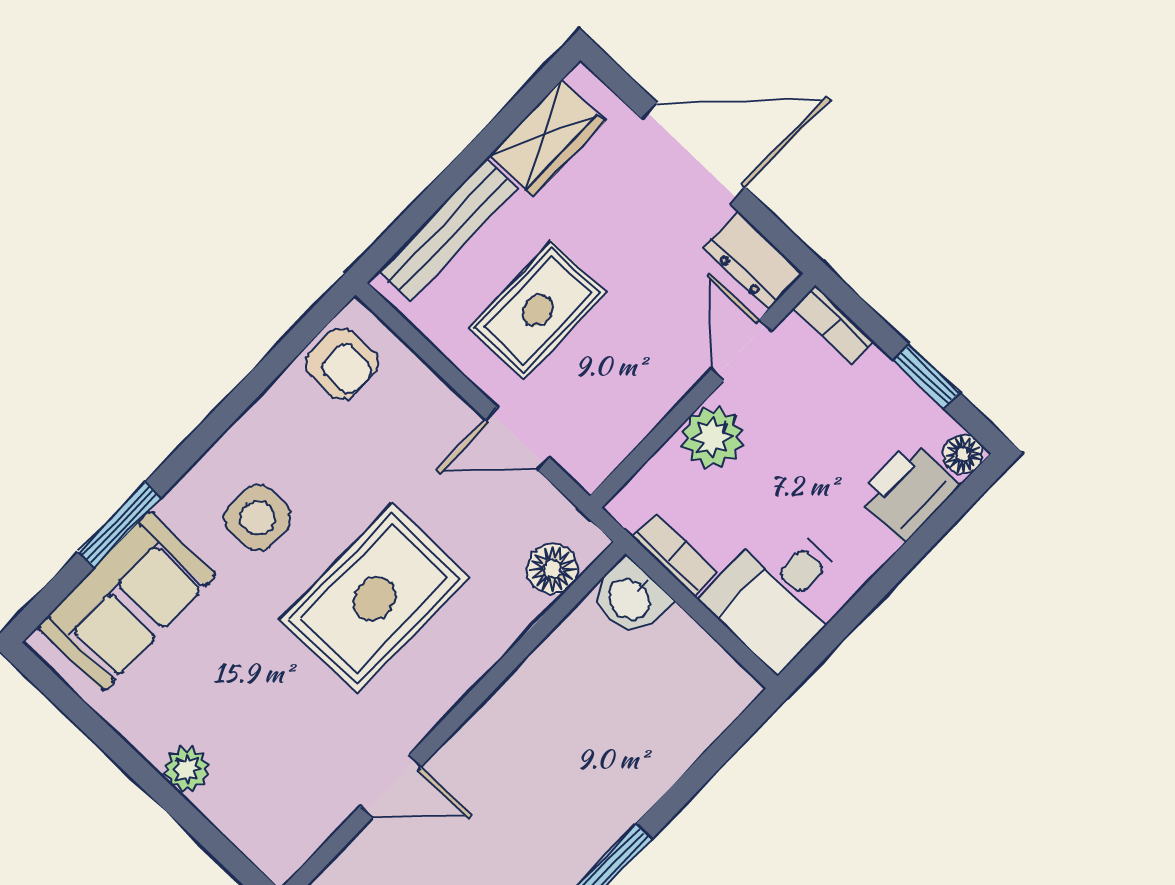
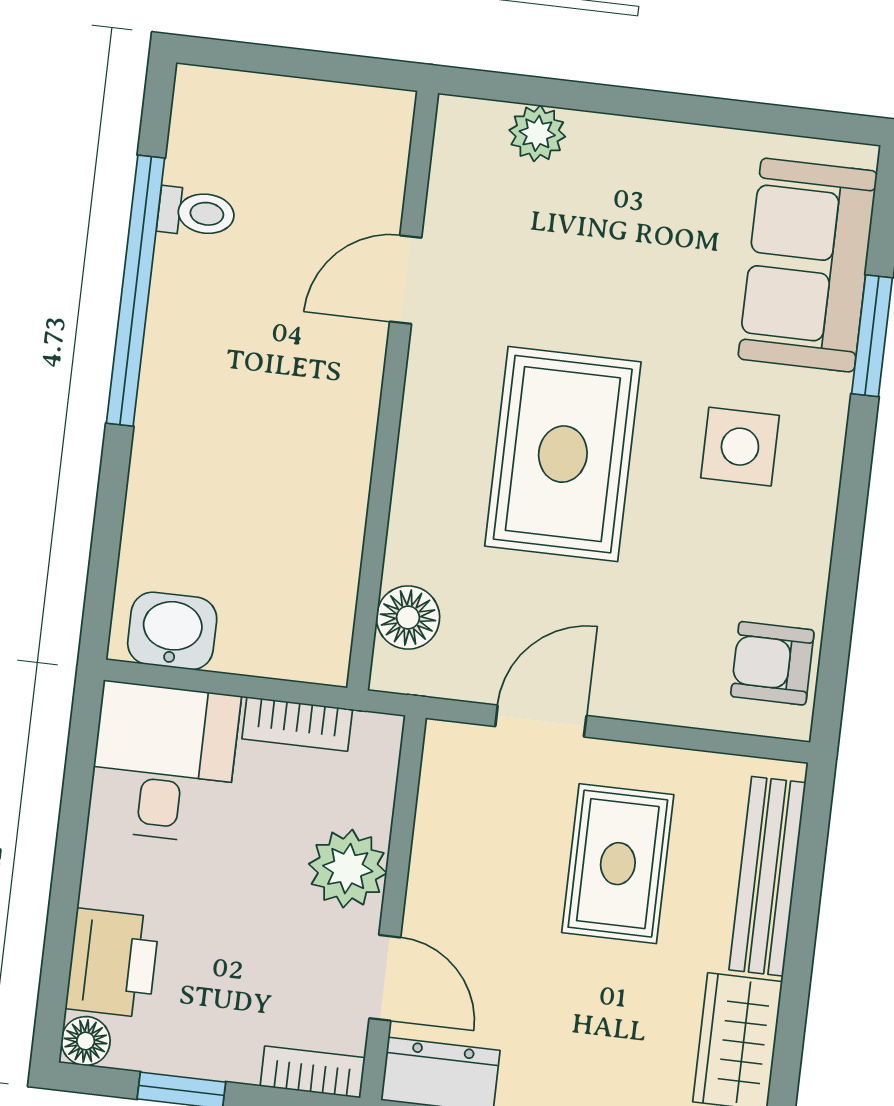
washbasin: (630, 598) -> (172, 631), moved
plant: (187, 769) -> (537, 133), moved

